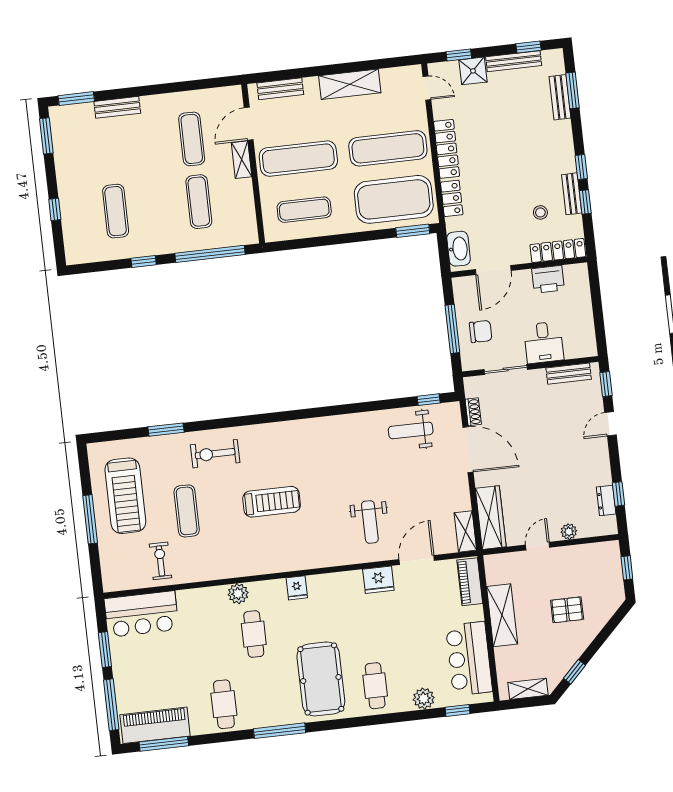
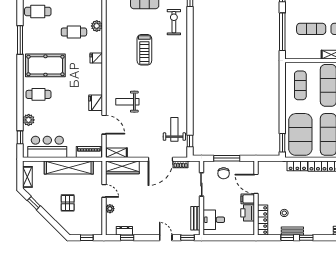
washbasin: (459, 249) -> (270, 166), removed
filing cabinet: (522, 282) -> (248, 199), added
desk: (544, 342) -> (214, 220), moved
shelving: (502, 615) -> (69, 167), width x1.47

